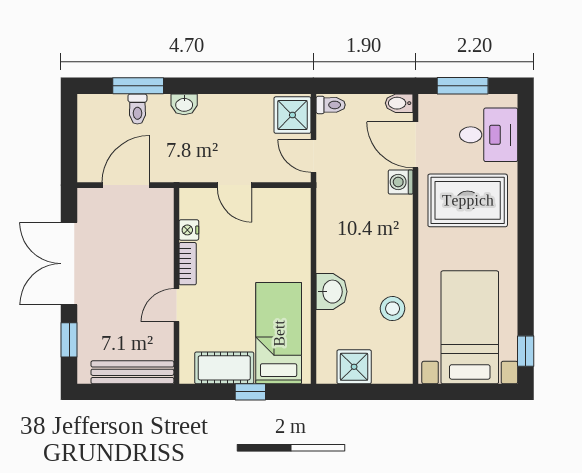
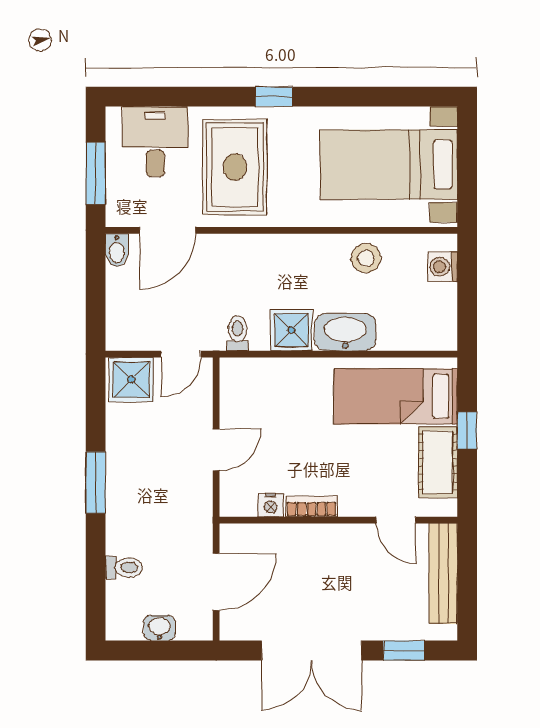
window: (138, 86) -> (96, 482), moved
washbasin: (184, 104) -> (159, 628), moved, turned -90
toilet: (331, 105) -> (238, 333), moved
washing machine: (401, 182) -> (442, 267), moved, turned 90
door: (126, 185) -> (216, 582), swing flipped
washbasin: (332, 292) -> (345, 332), width x1.38
door: (176, 305) -> (396, 520), moved
window: (526, 351) -> (274, 97), moved
shower: (354, 367) -> (291, 330), moved

